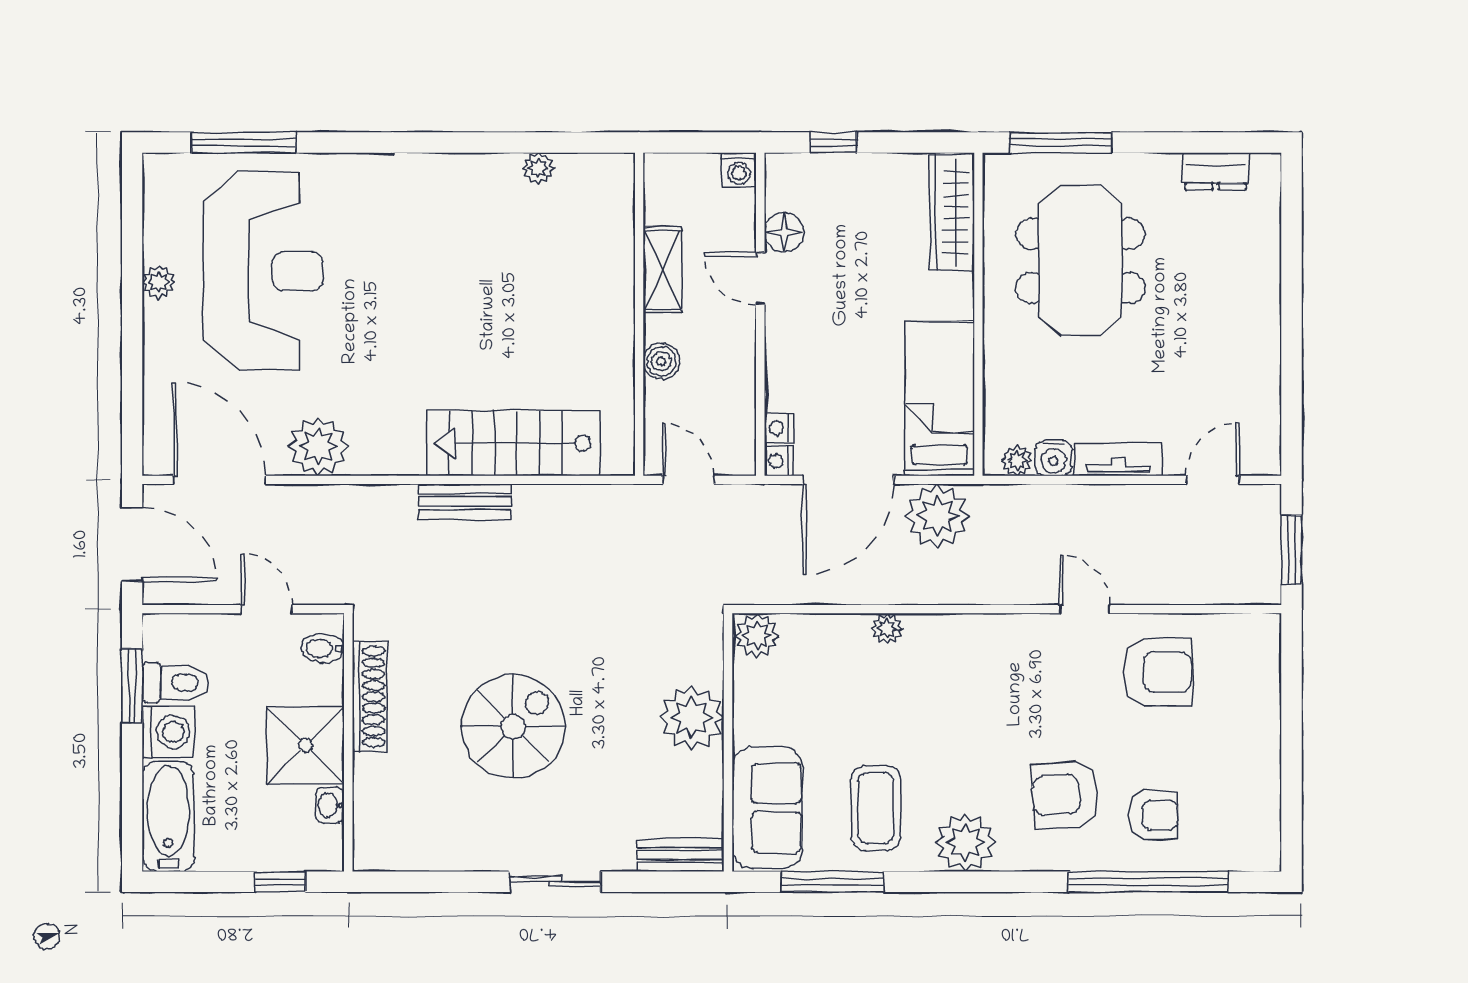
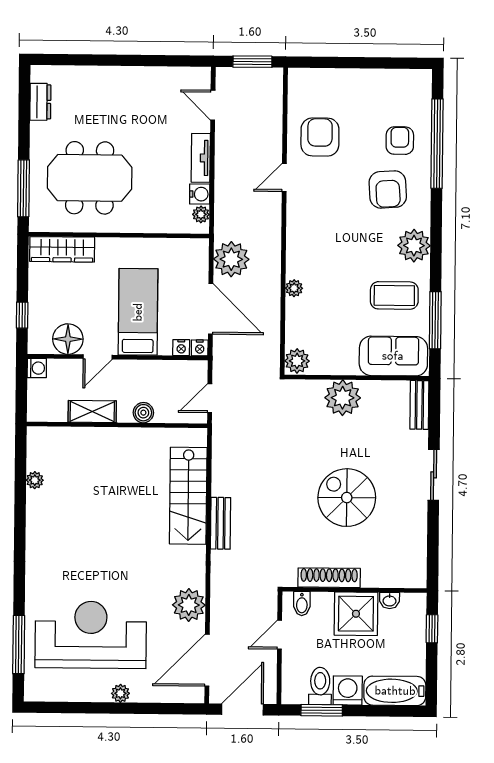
floor lamp: (784, 232) -> (68, 339), width x1.38, depth x1.38
plant: (159, 282) -> (120, 693), moved
bed: (940, 399) -> (138, 312), moved, turned 90

